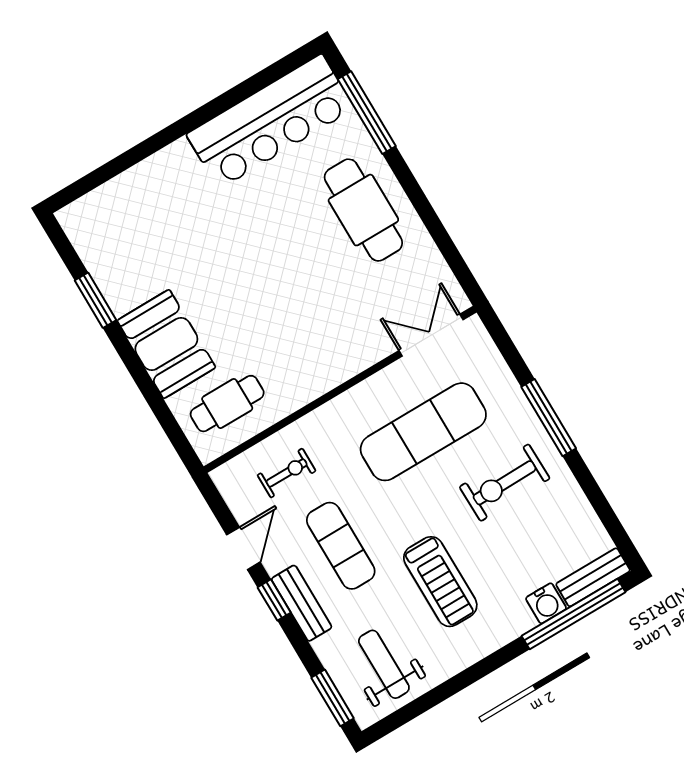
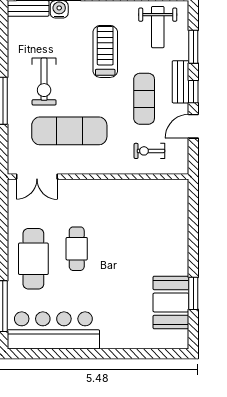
booth: (166, 344) -> (171, 302), moved
cafe table: (227, 404) -> (77, 249), moved, turned 90
exercise bike: (505, 483) -> (44, 82), turned 91
window: (333, 698) -> (193, 47), moved

